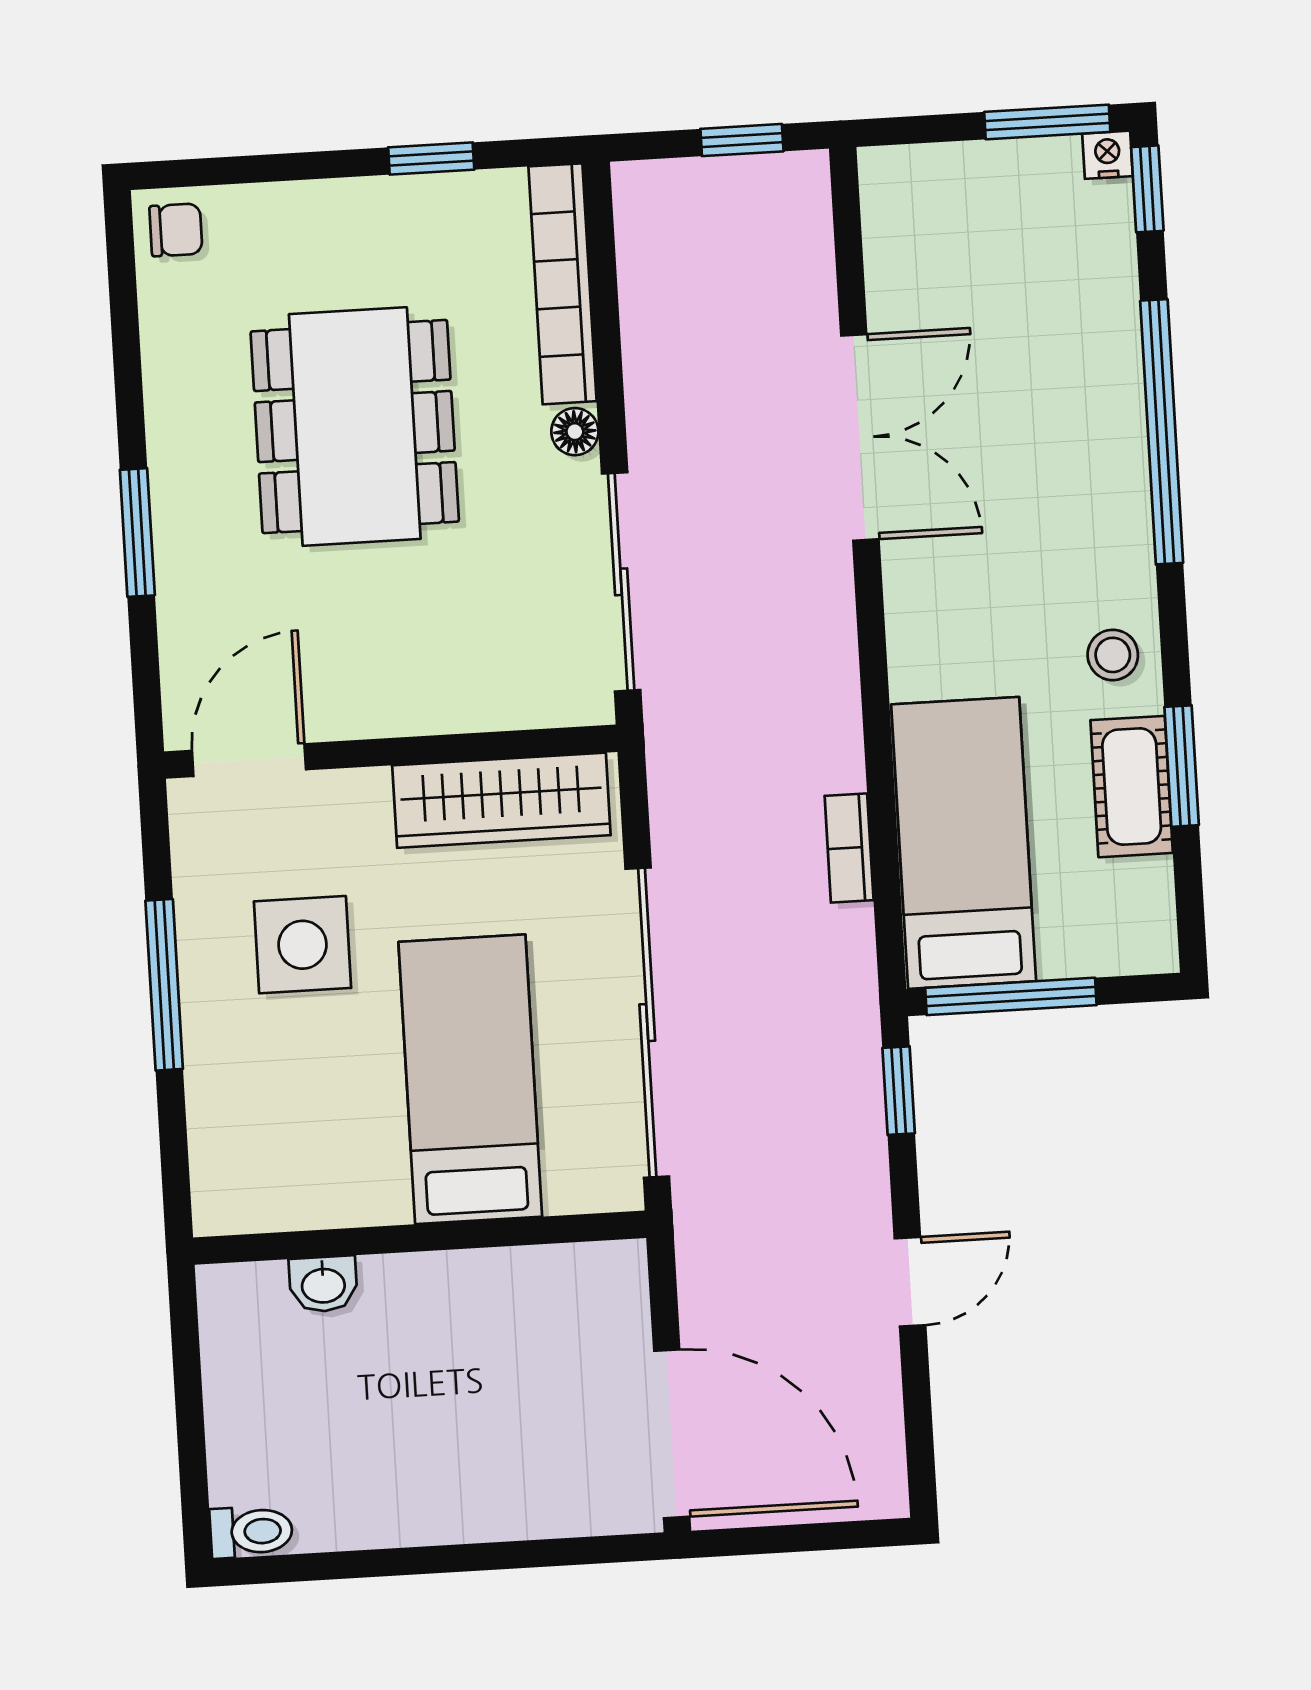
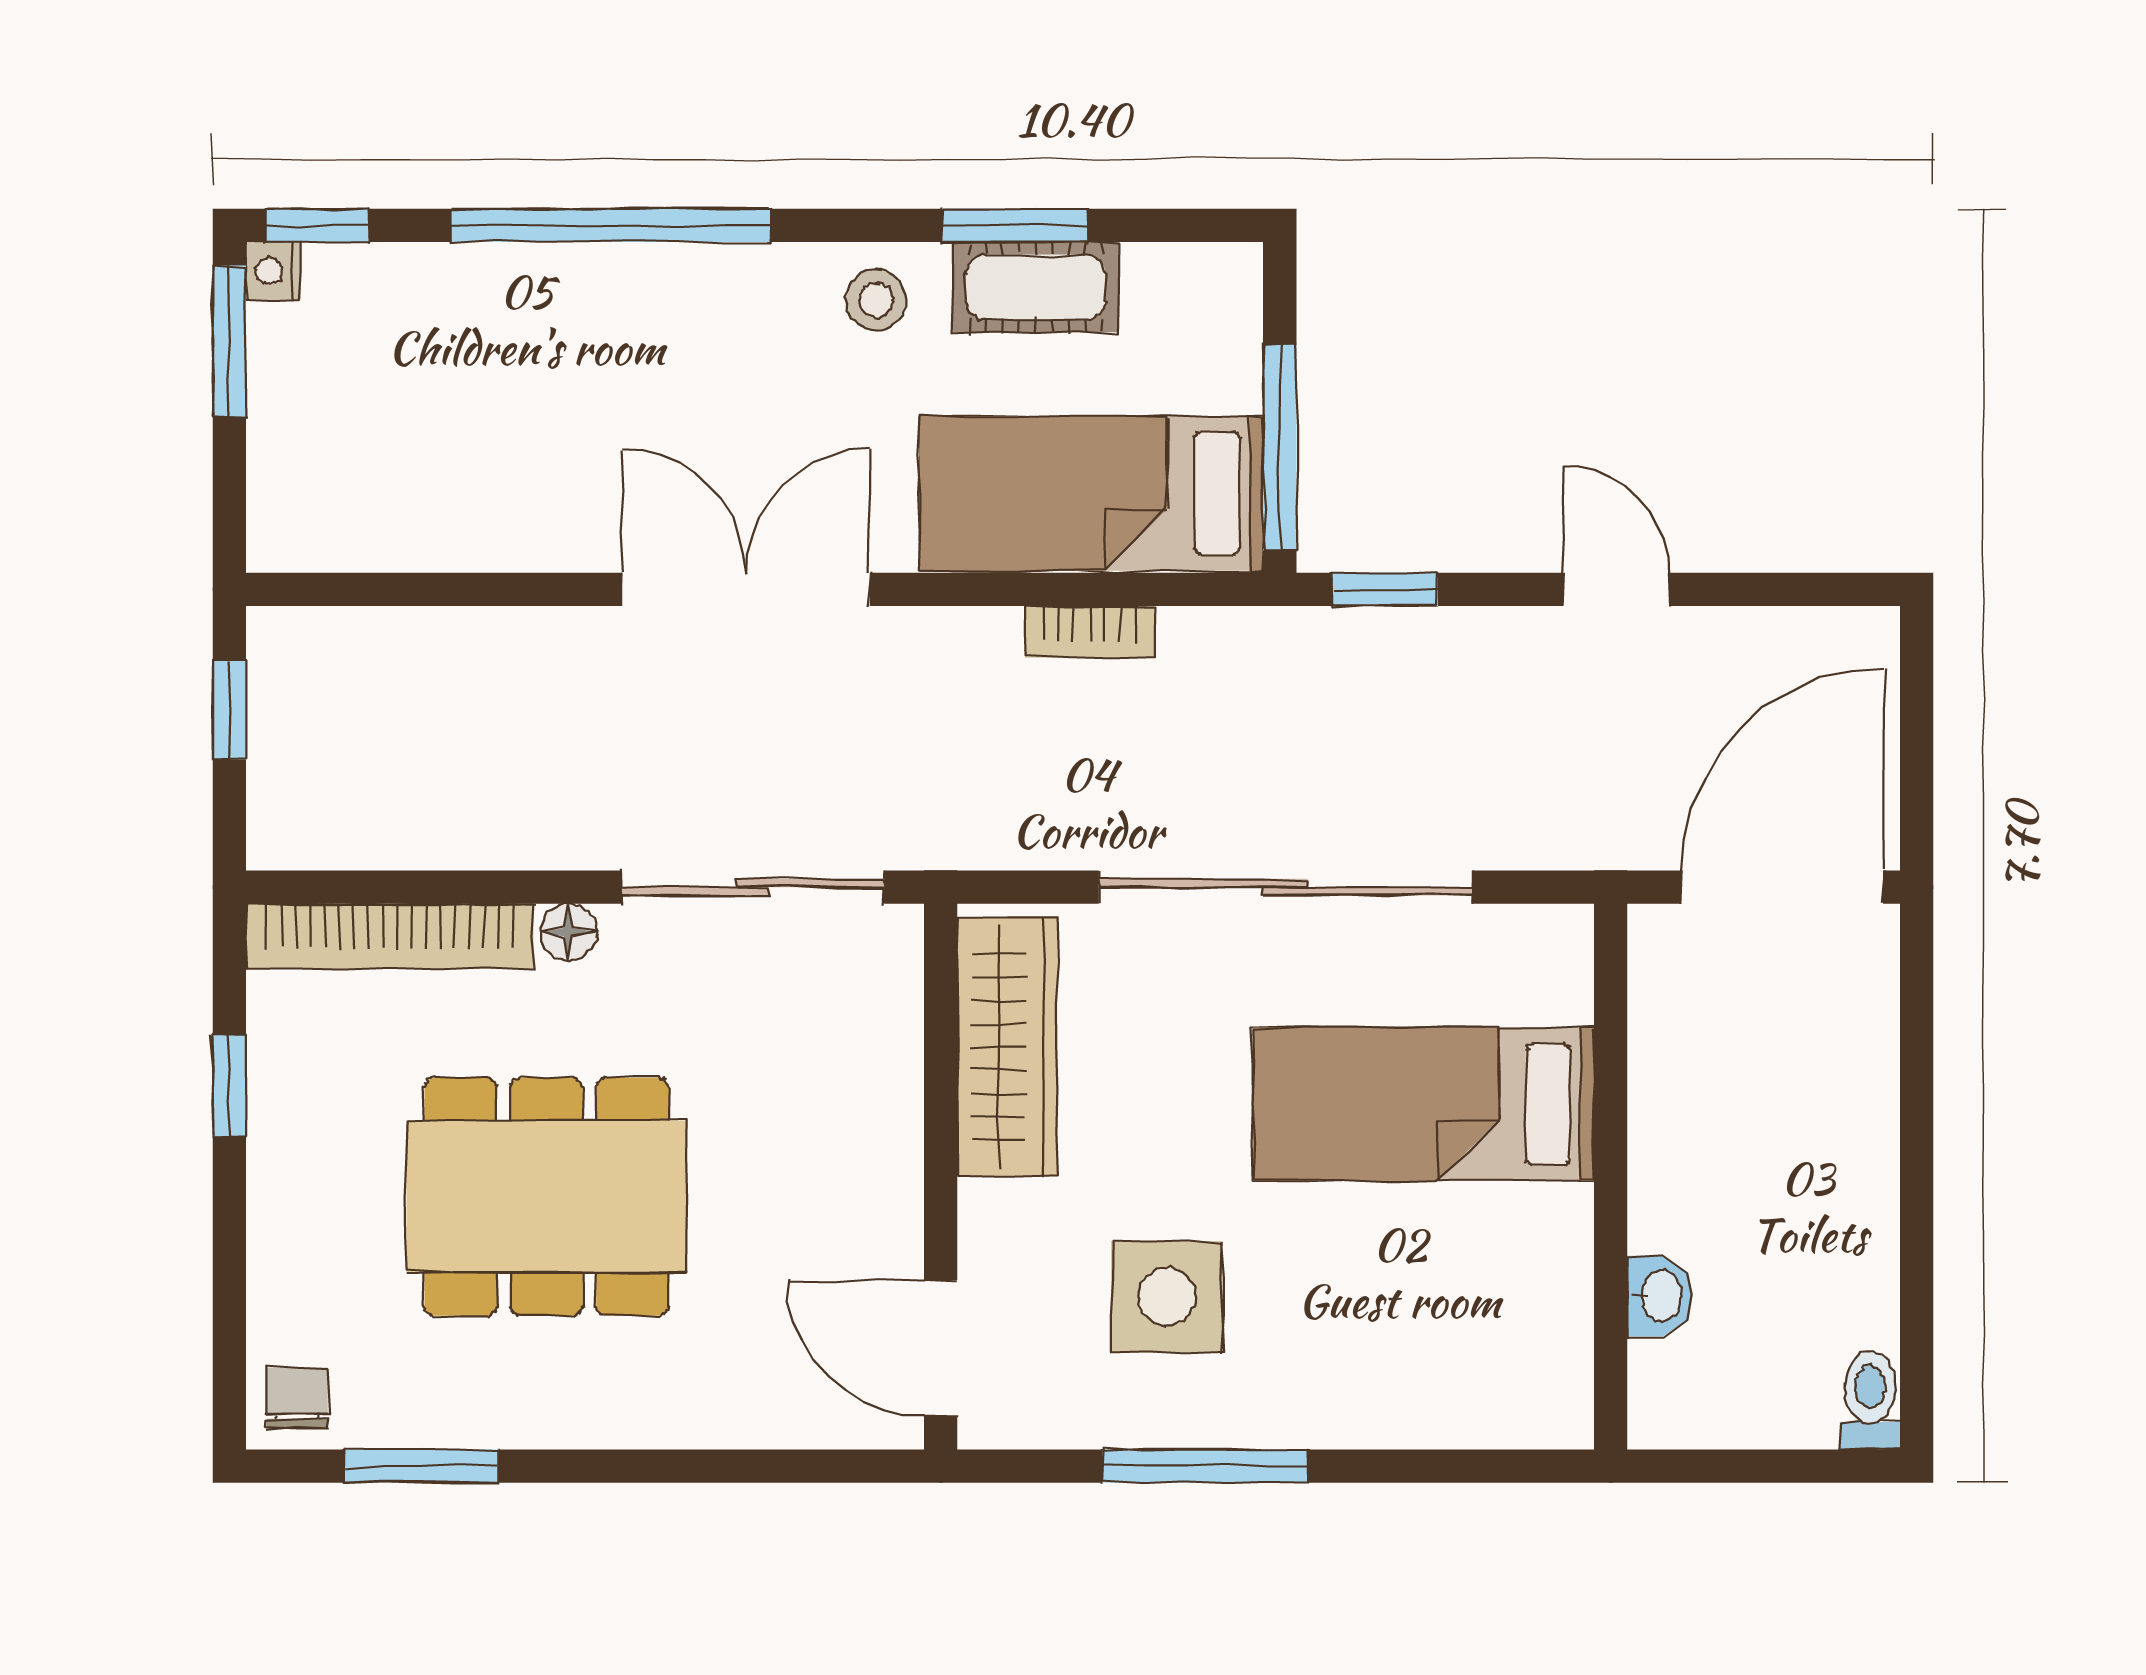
double door: (860, 437) -> (746, 589), moved
window: (137, 533) -> (422, 1466), moved
bed: (470, 1079) -> (1424, 1104), moved
wall: (420, 1238) -> (1611, 1177), moved
washbasin: (323, 1284) -> (1660, 1296), moved

